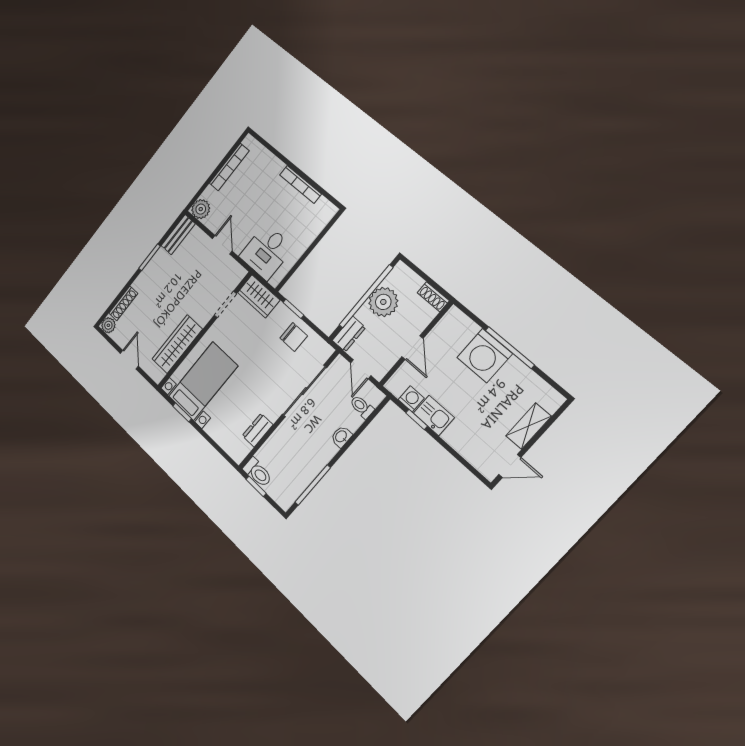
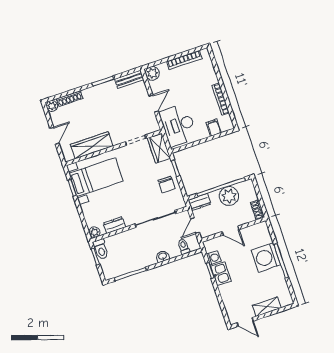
filing cabinet: (312, 226) -> (214, 128), added
desk: (266, 252) -> (178, 125), width x1.37
door: (413, 348) -> (230, 231), hinge flipped
plant: (238, 454) -> (94, 232), added

